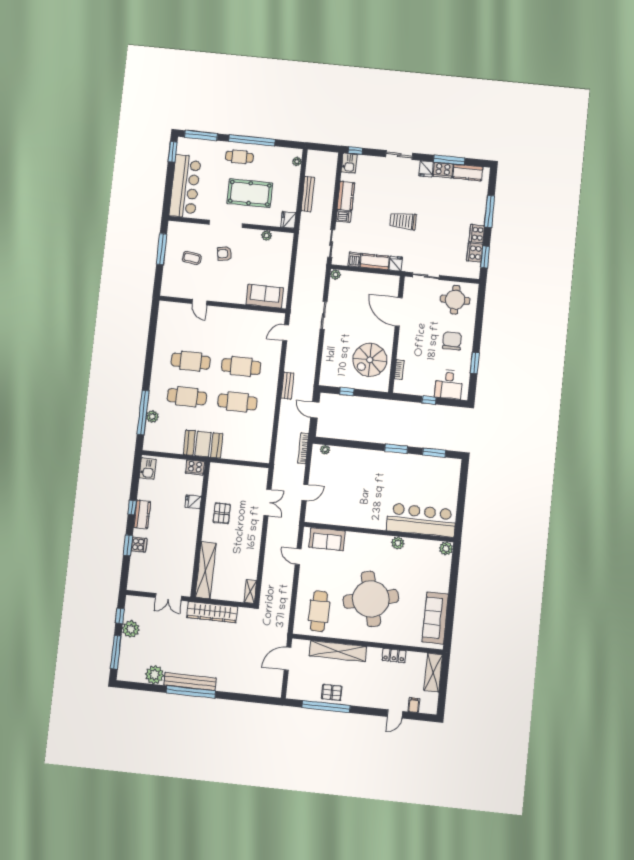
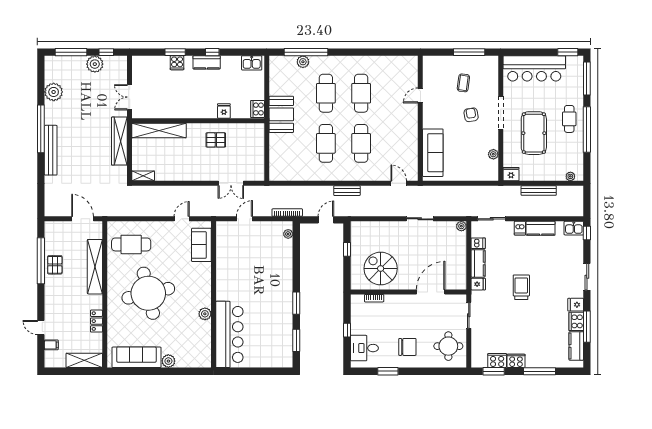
sofa: (265, 296) -> (433, 153), width x1.36
door: (305, 492) -> (244, 219), swing flipped
plant: (446, 548) -> (168, 361), moved
bench: (190, 682) -> (51, 150), moved

